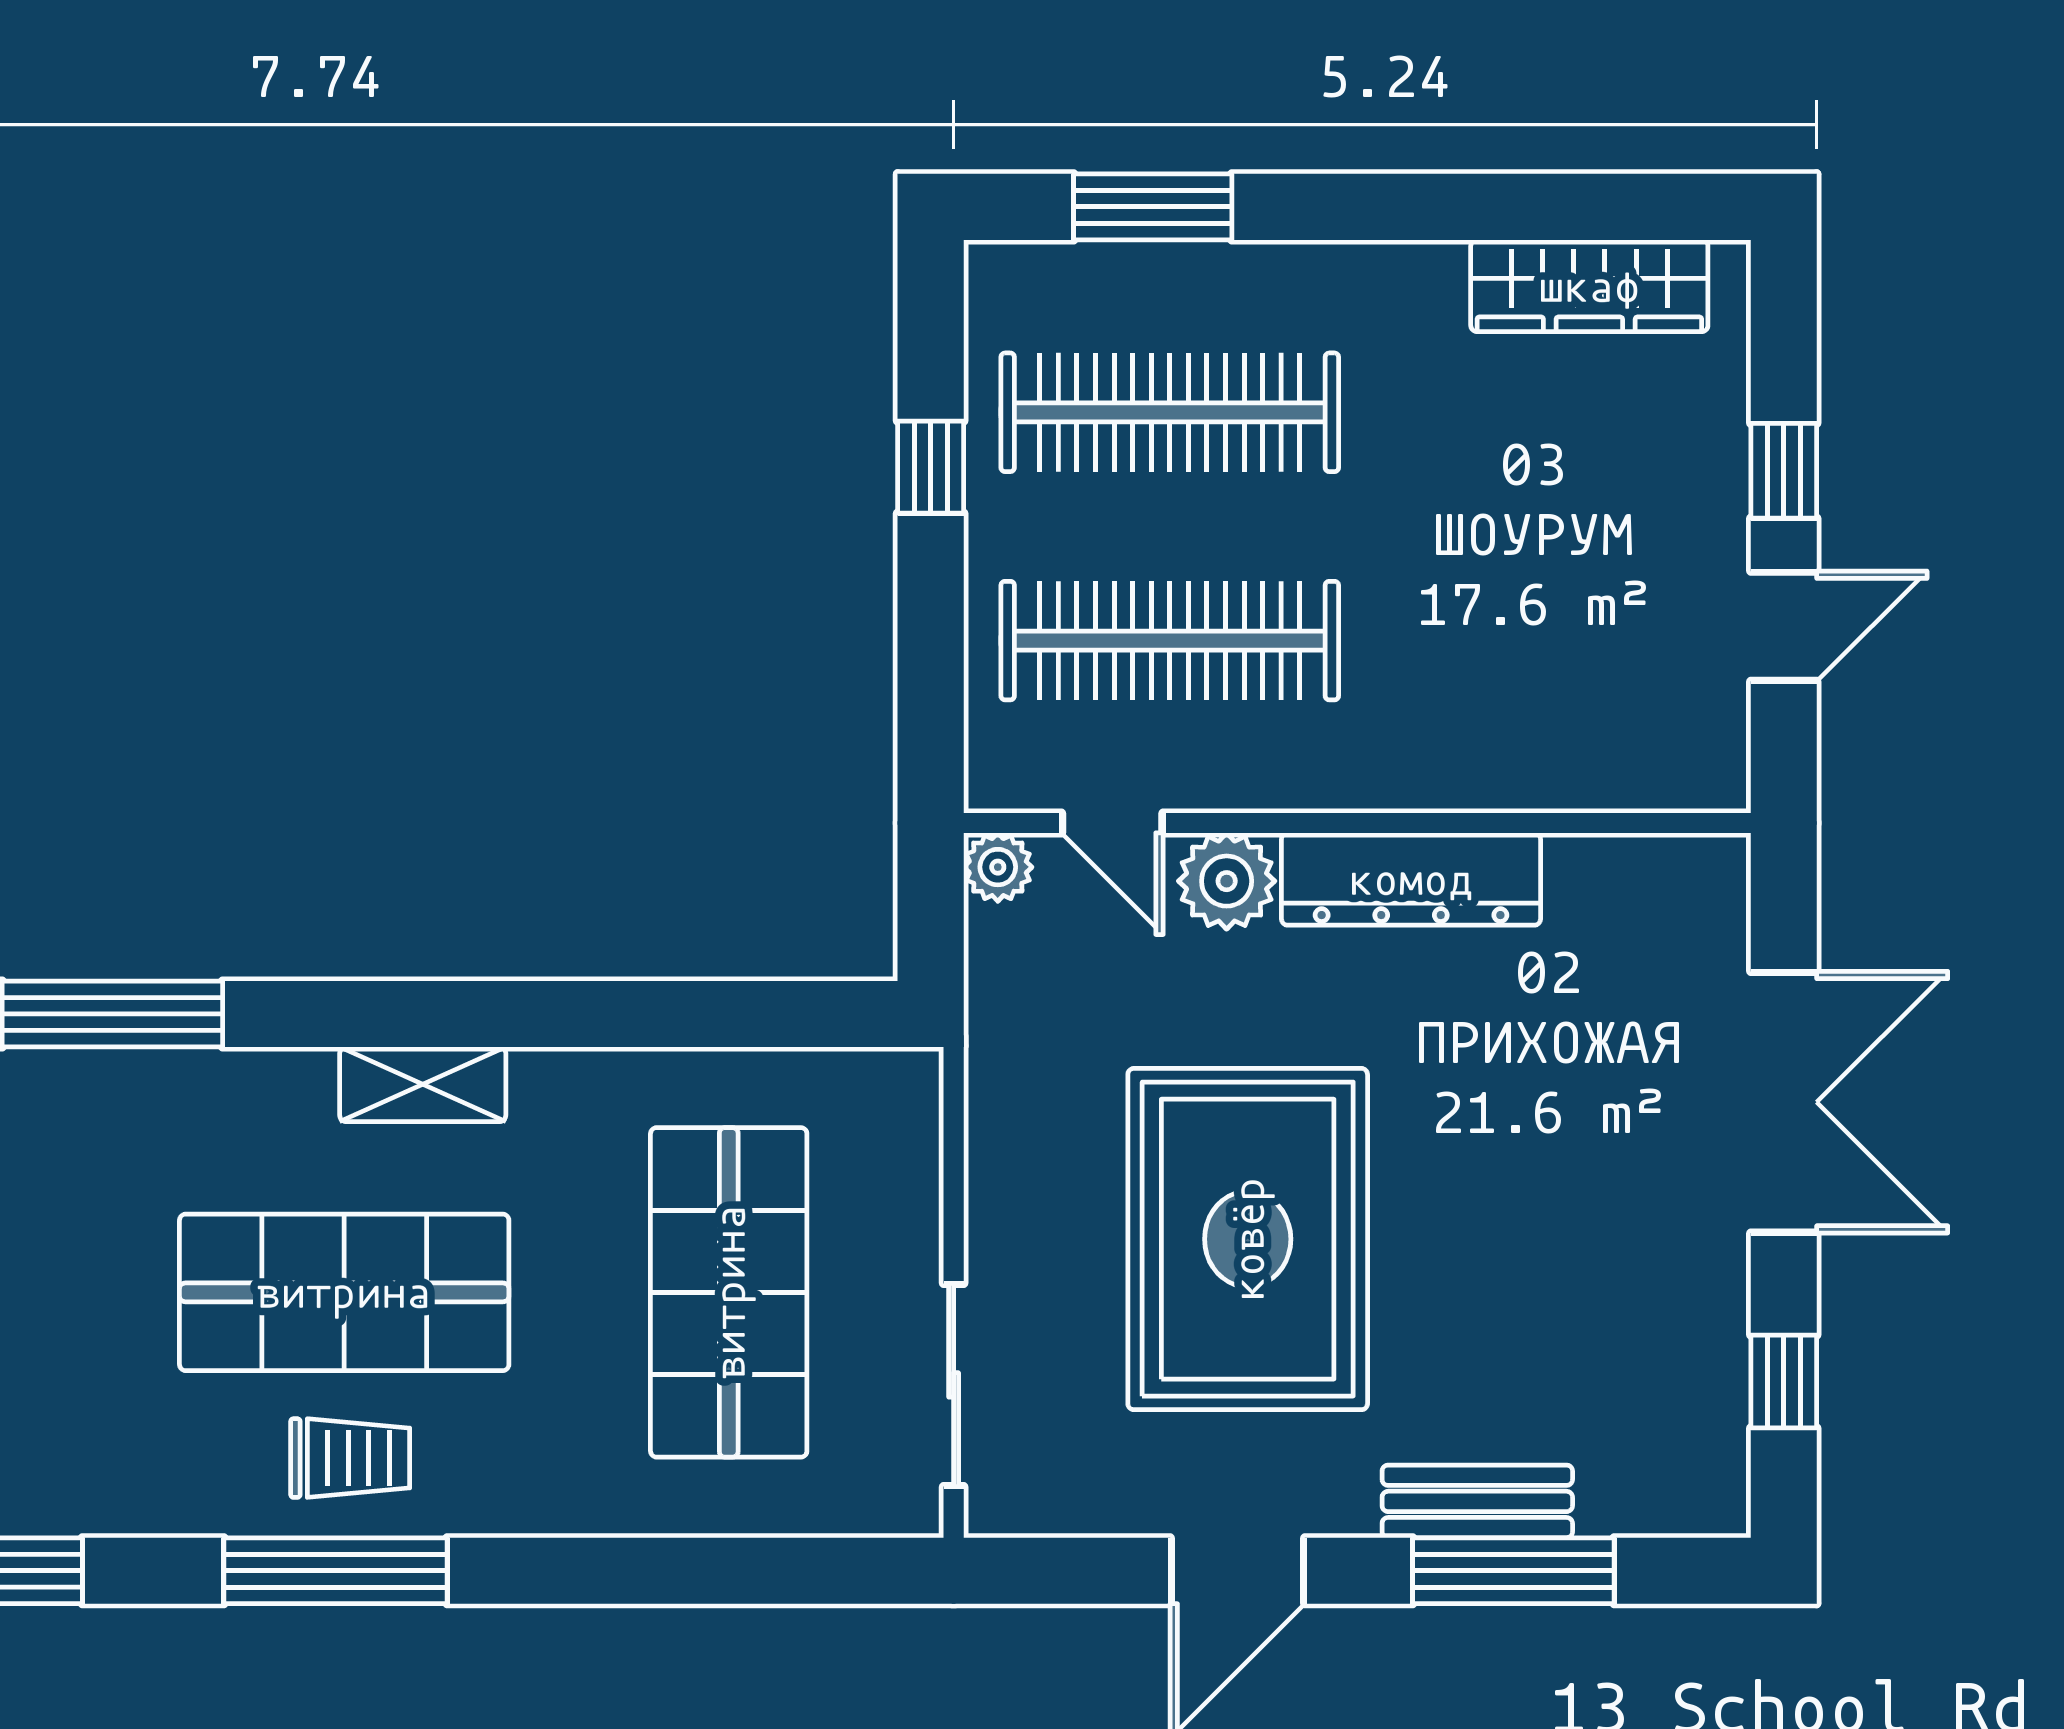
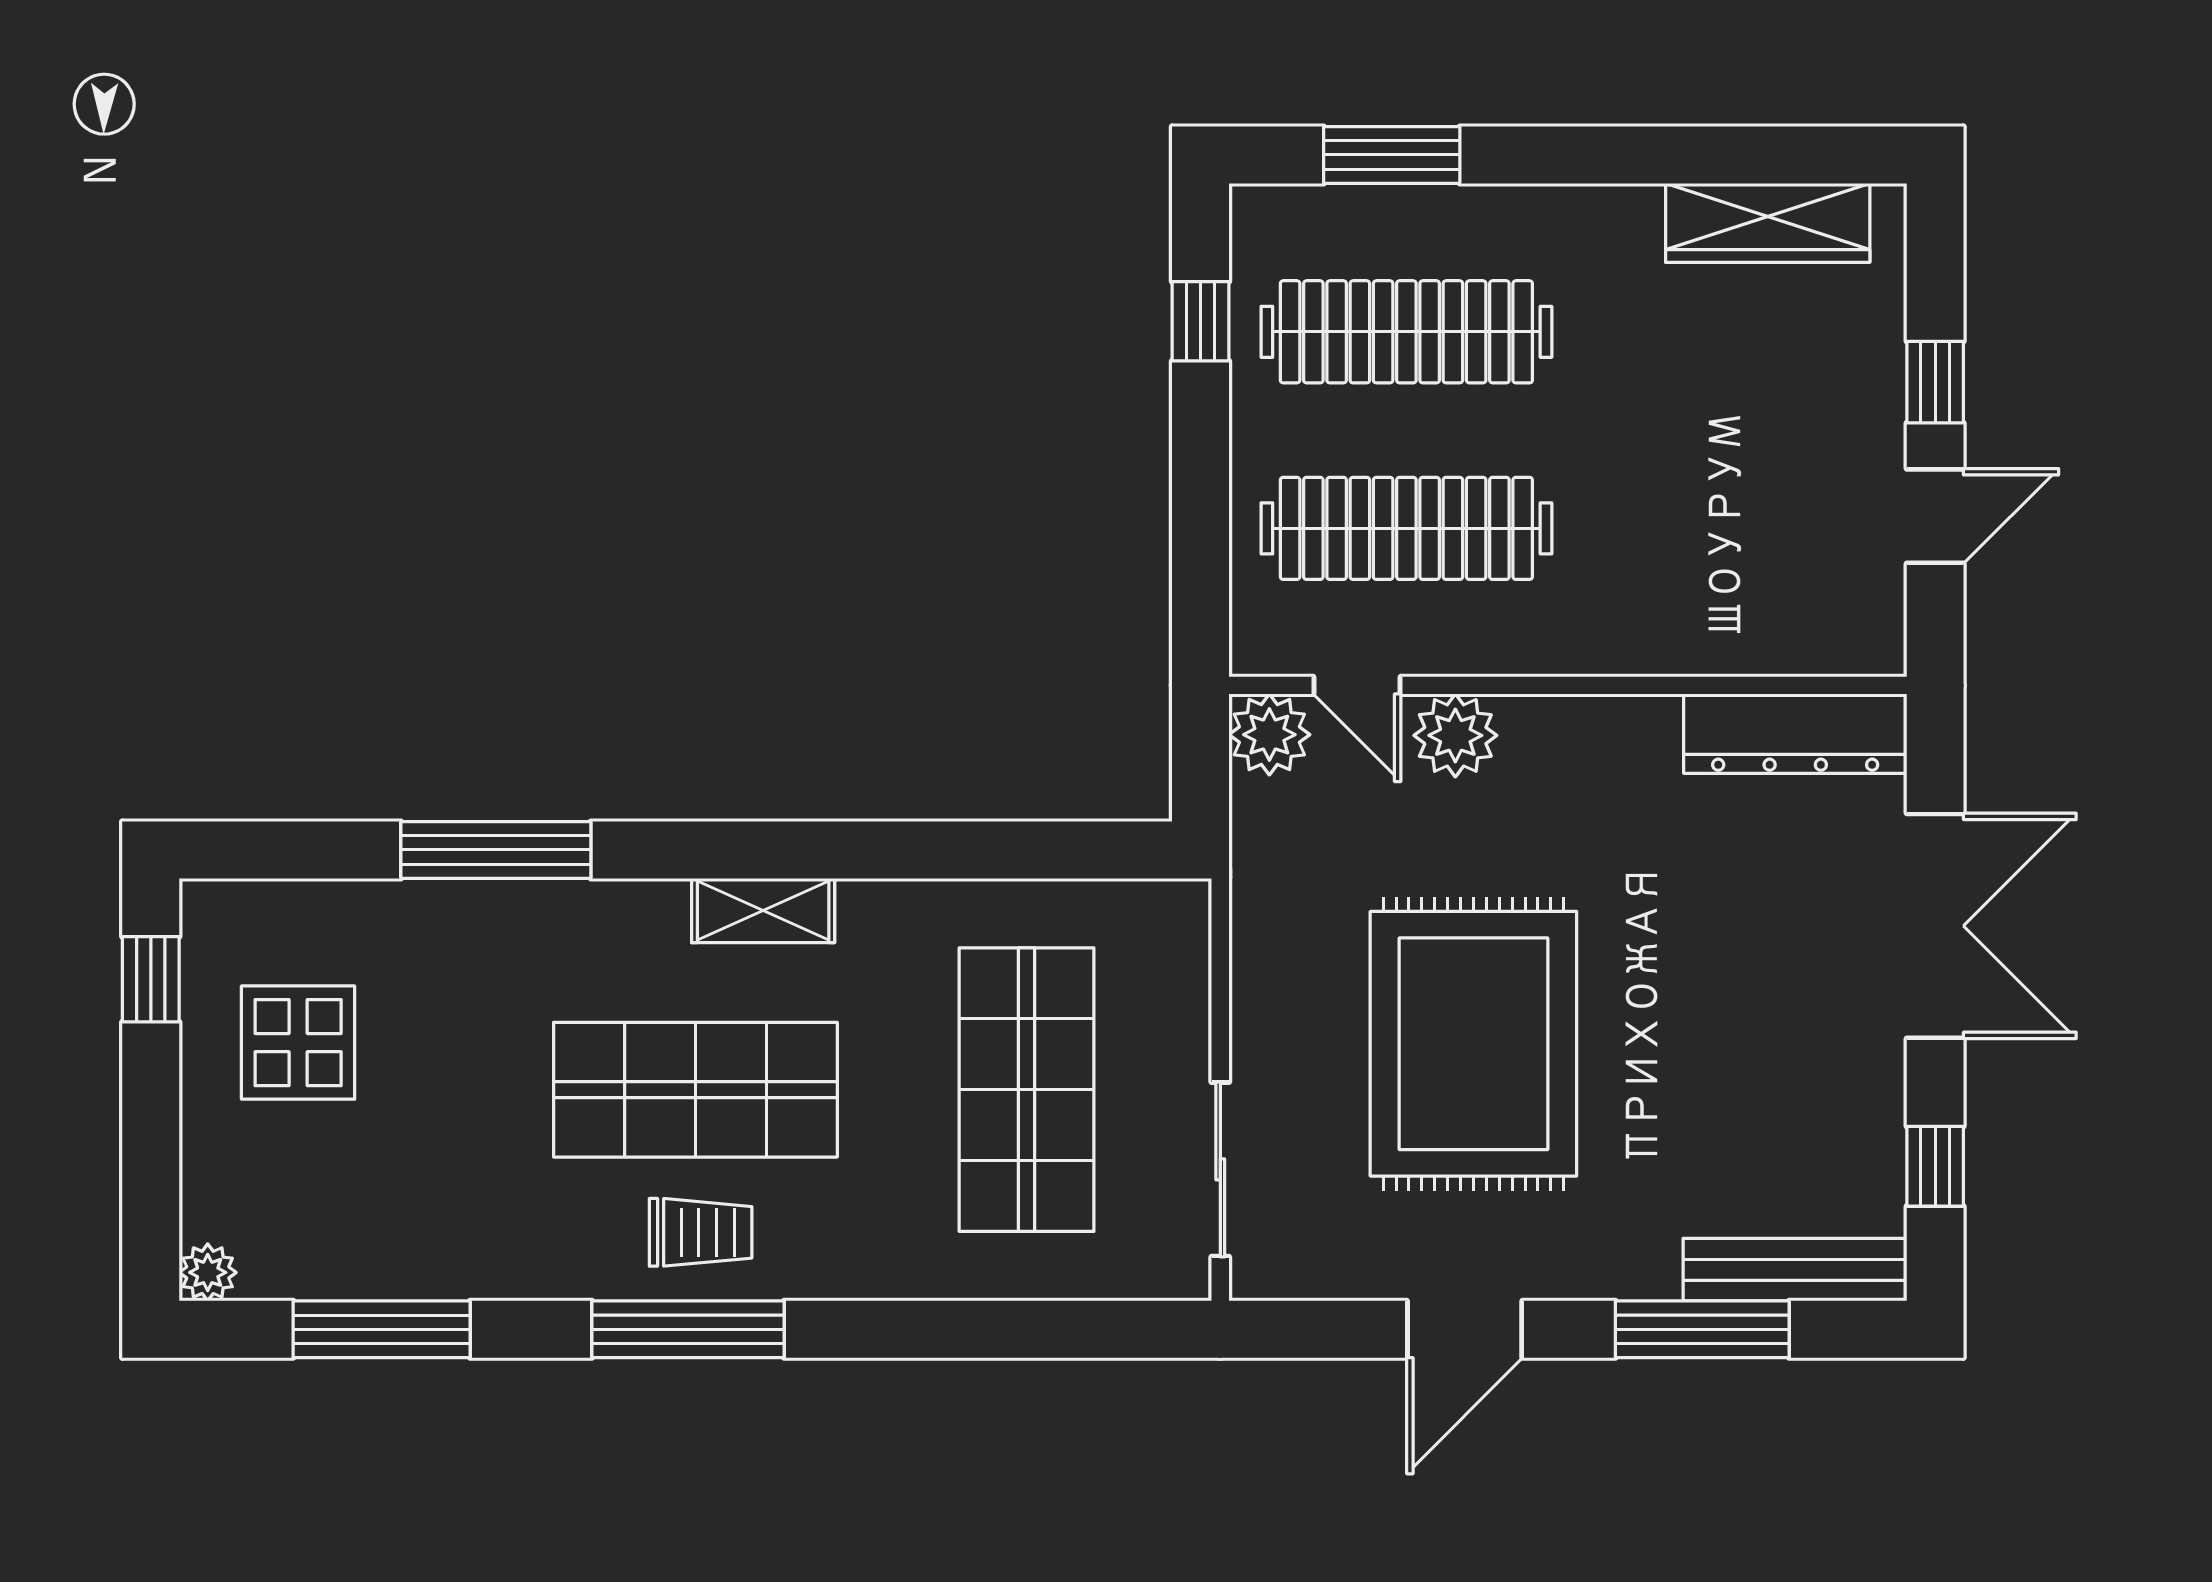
window: (931, 467) -> (1200, 321), moved
plant: (998, 867) -> (1269, 735), width x1.38, depth x1.38
dresser: (1411, 879) -> (1795, 734), moved
bench: (1477, 1501) -> (1795, 1270), moved, width x1.36

